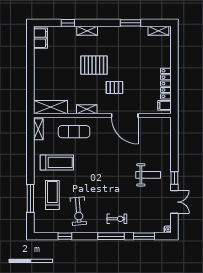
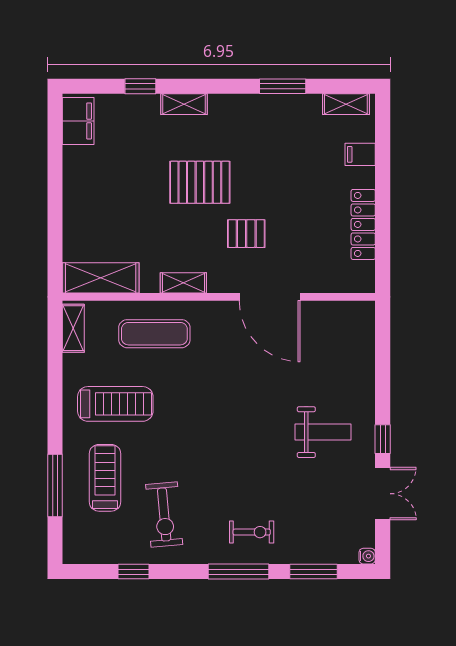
filing cabinet: (165, 105) -> (360, 154), moved

